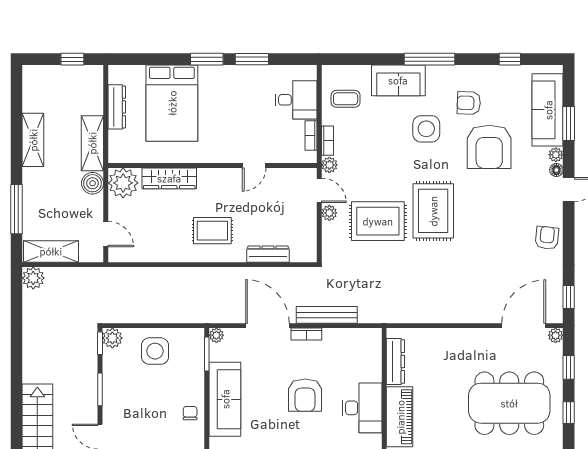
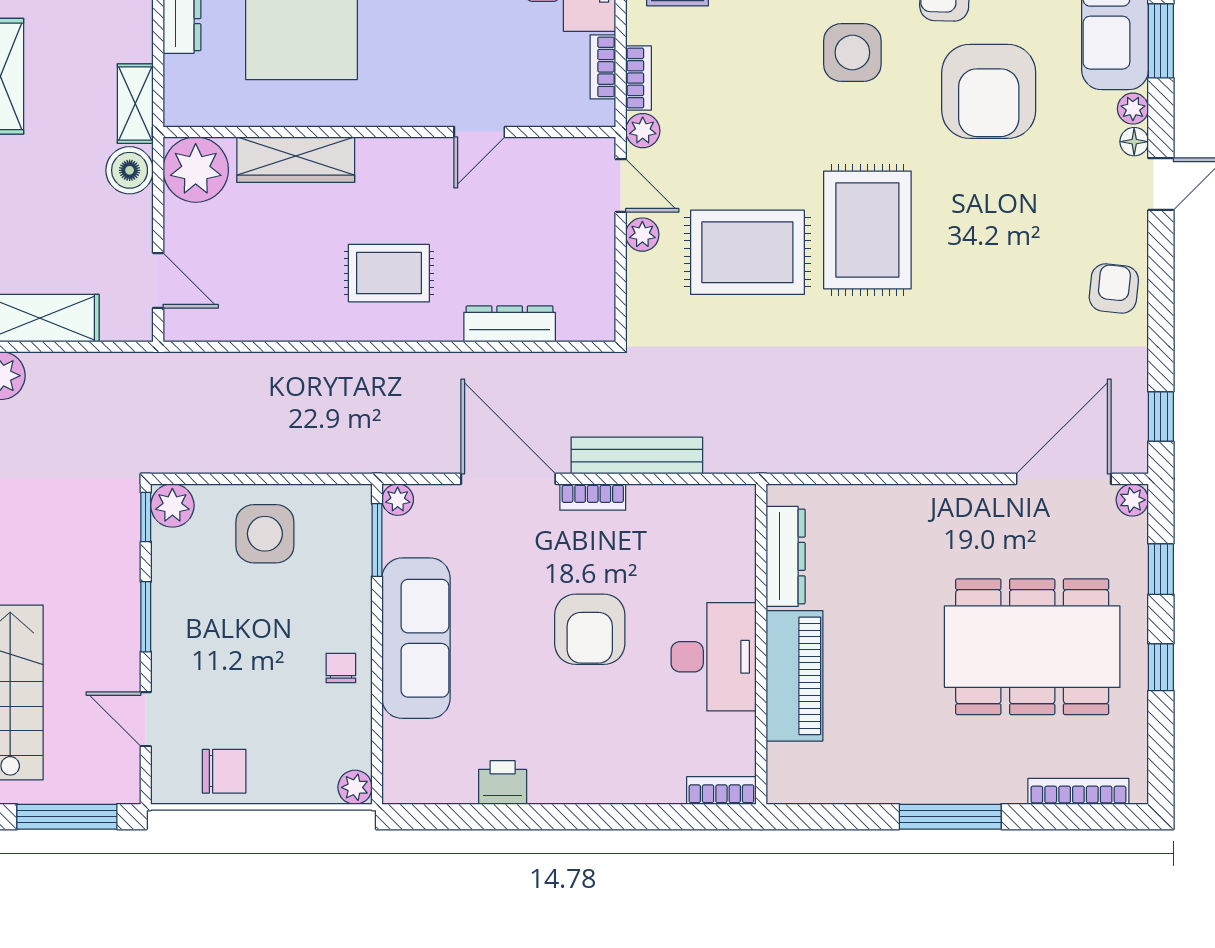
shelving: (92, 143) -> (135, 104), width x0.67, depth x0.75

